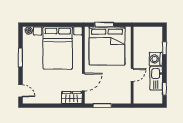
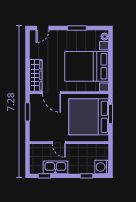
washing machine: (156, 59) -> (102, 167), moved, turned -90
wardrobe: (72, 98) -> (36, 75), width x1.50

